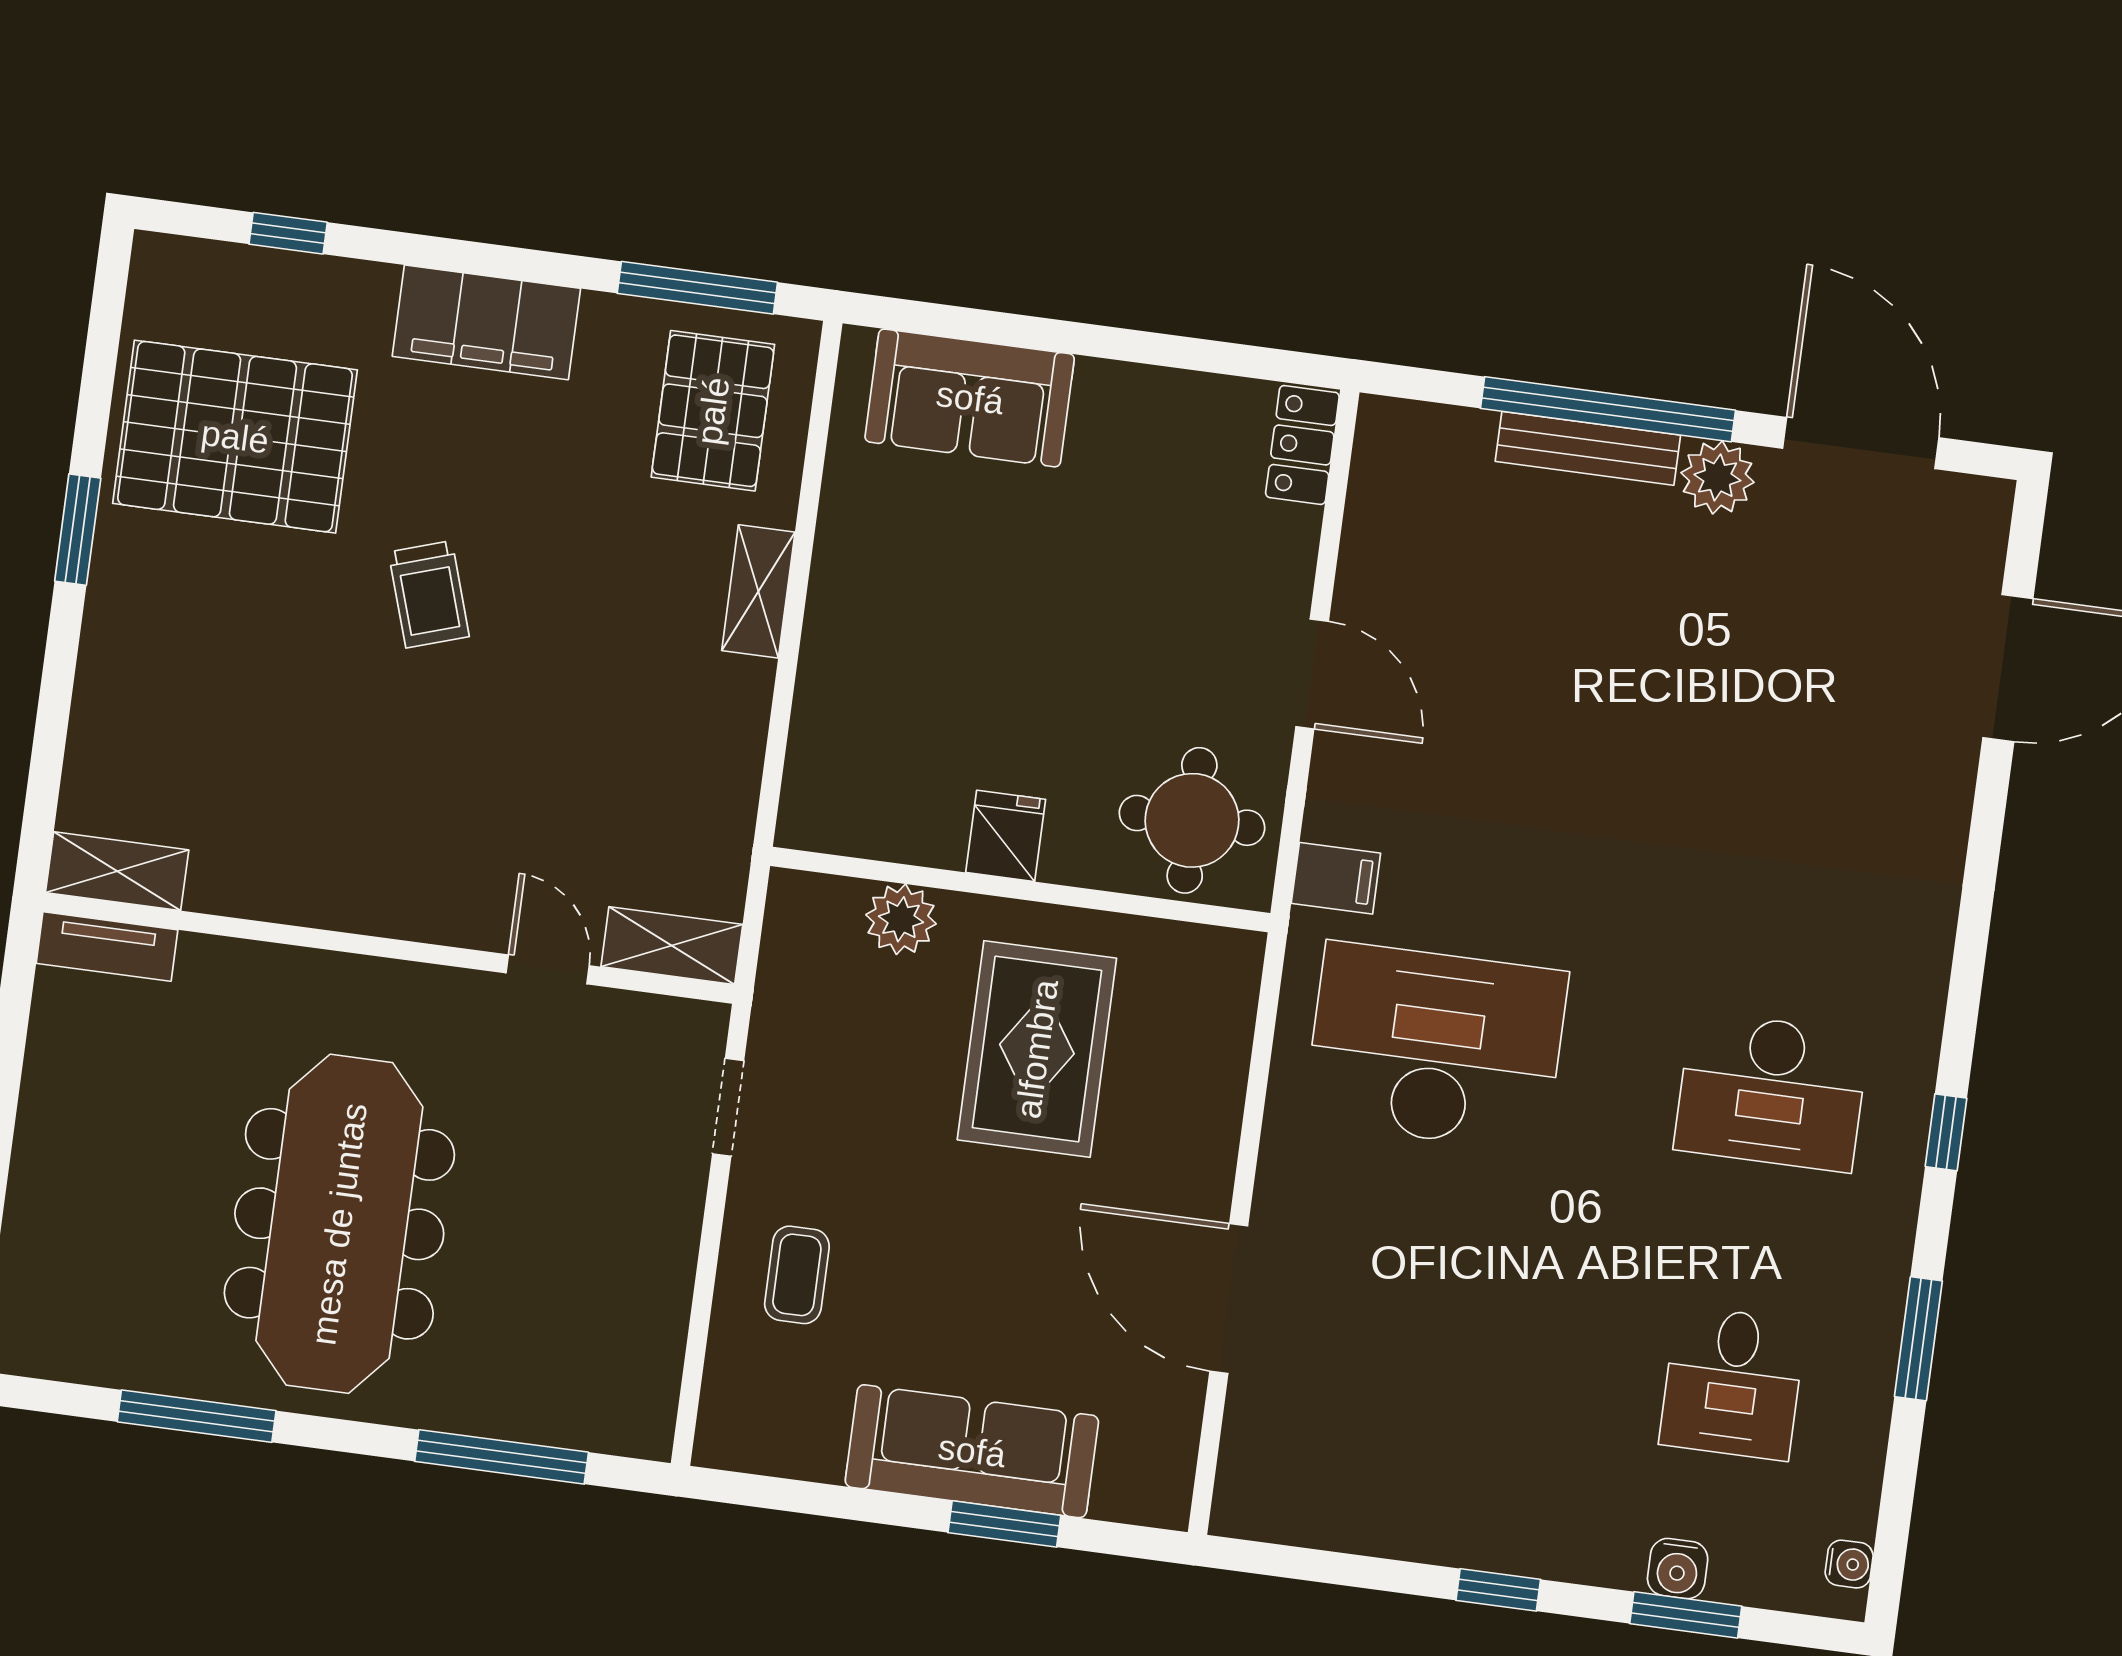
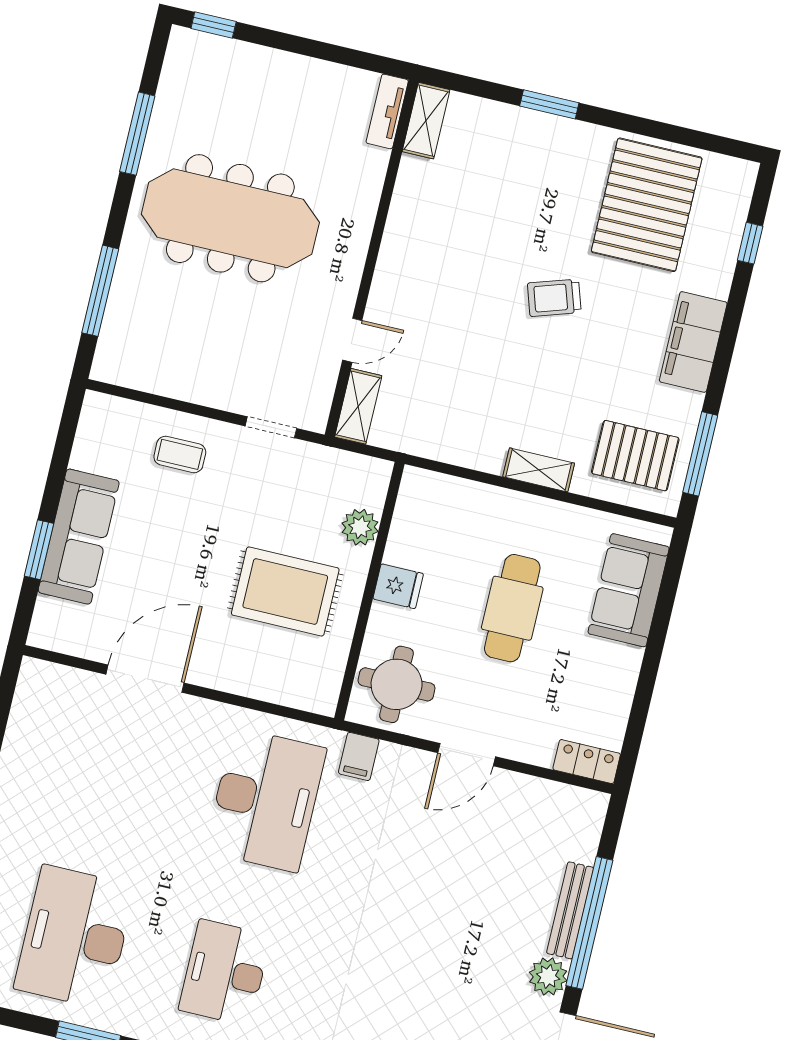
window: (78, 530) -> (549, 104), moved
cafe table: (1026, 615) -> (512, 608), added
desk: (1733, 1383) -> (75, 937), width x1.87, depth x1.30

